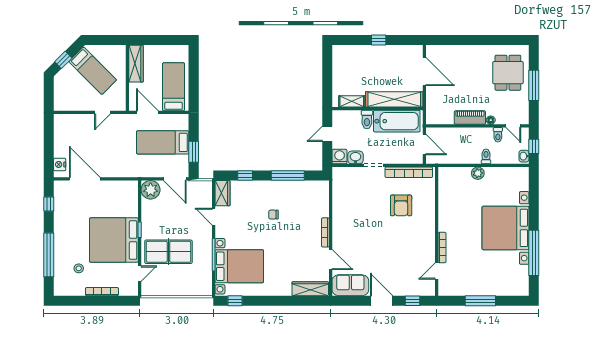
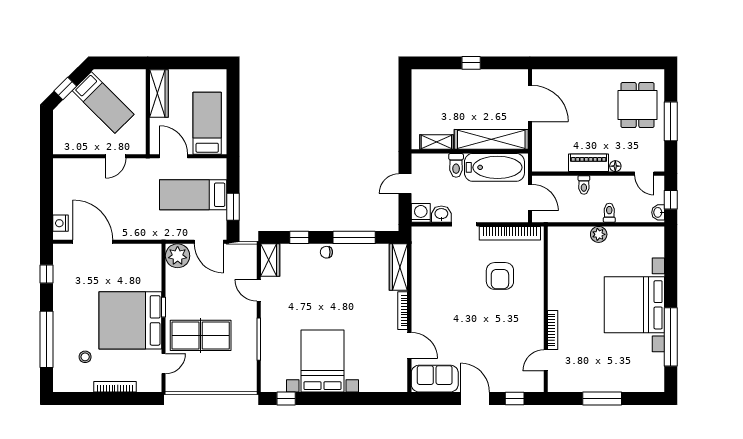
toilet: (498, 135) -> (584, 185), moved
chair: (273, 215) -> (326, 252), moved
bed with nightstands: (239, 266) -> (322, 361), moved, turned -90
wardrobe: (310, 289) -> (398, 267), moved, turned -90

